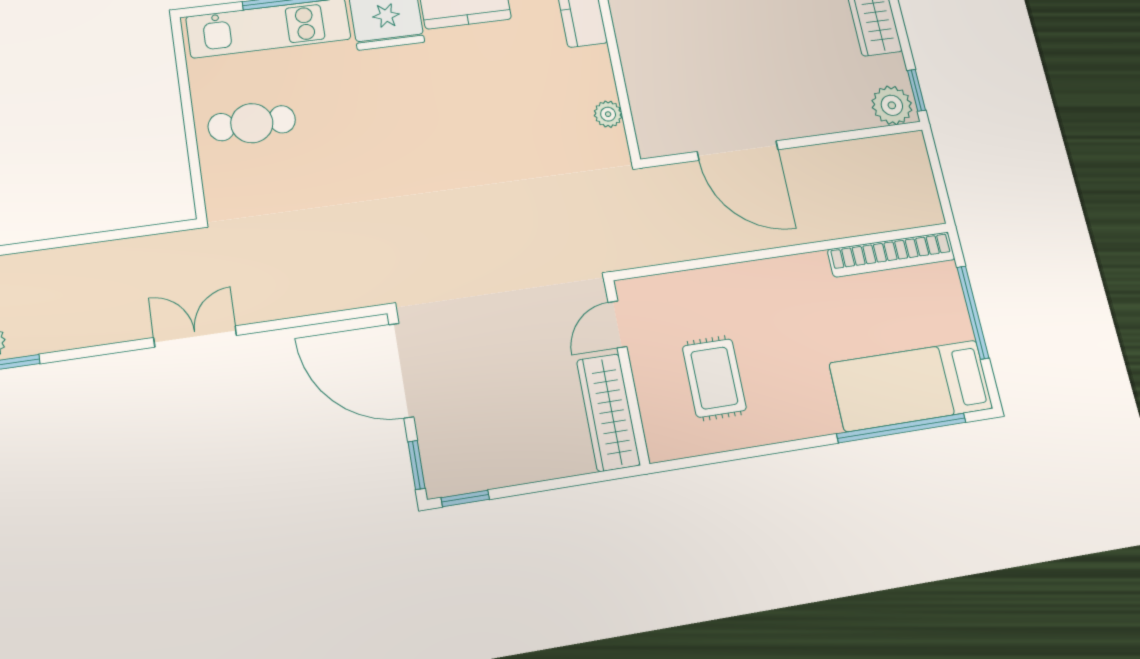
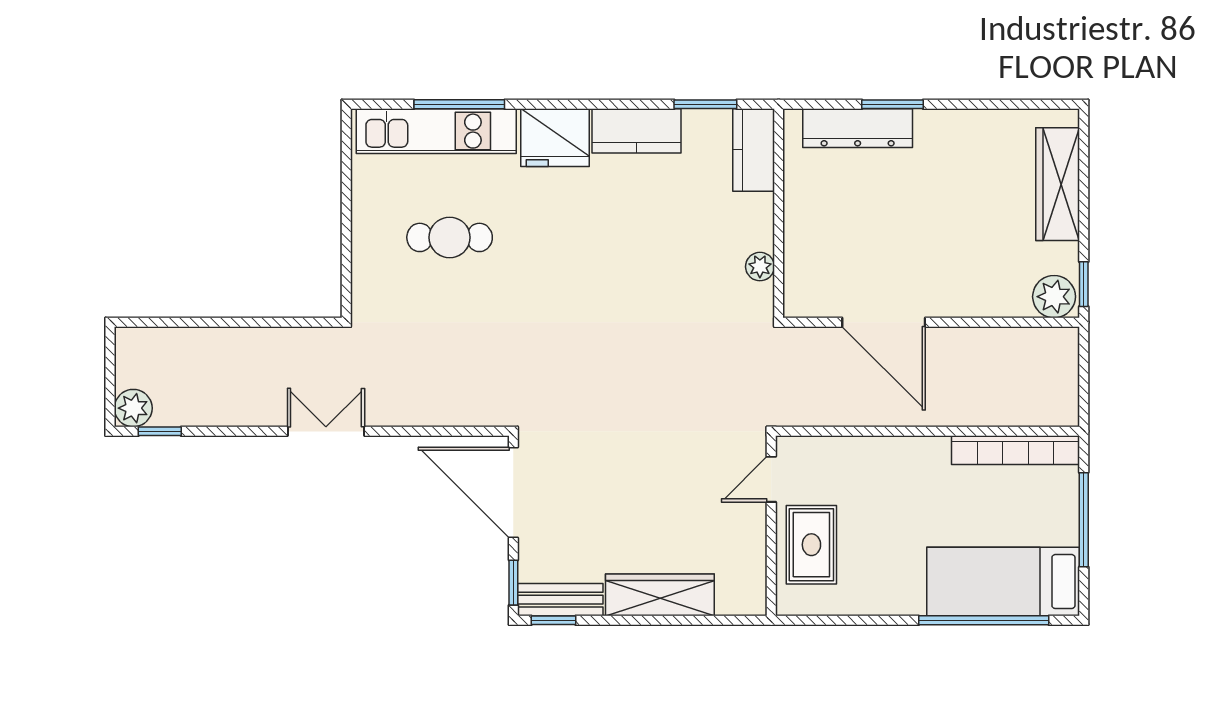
cafe table: (252, 123) -> (450, 237), moved
door: (617, 324) -> (771, 479), moved
wall: (627, 372) -> (771, 526), moved
wardrobe: (608, 412) -> (660, 595), moved, turned 90
bench: (469, 475) -> (560, 600), added

